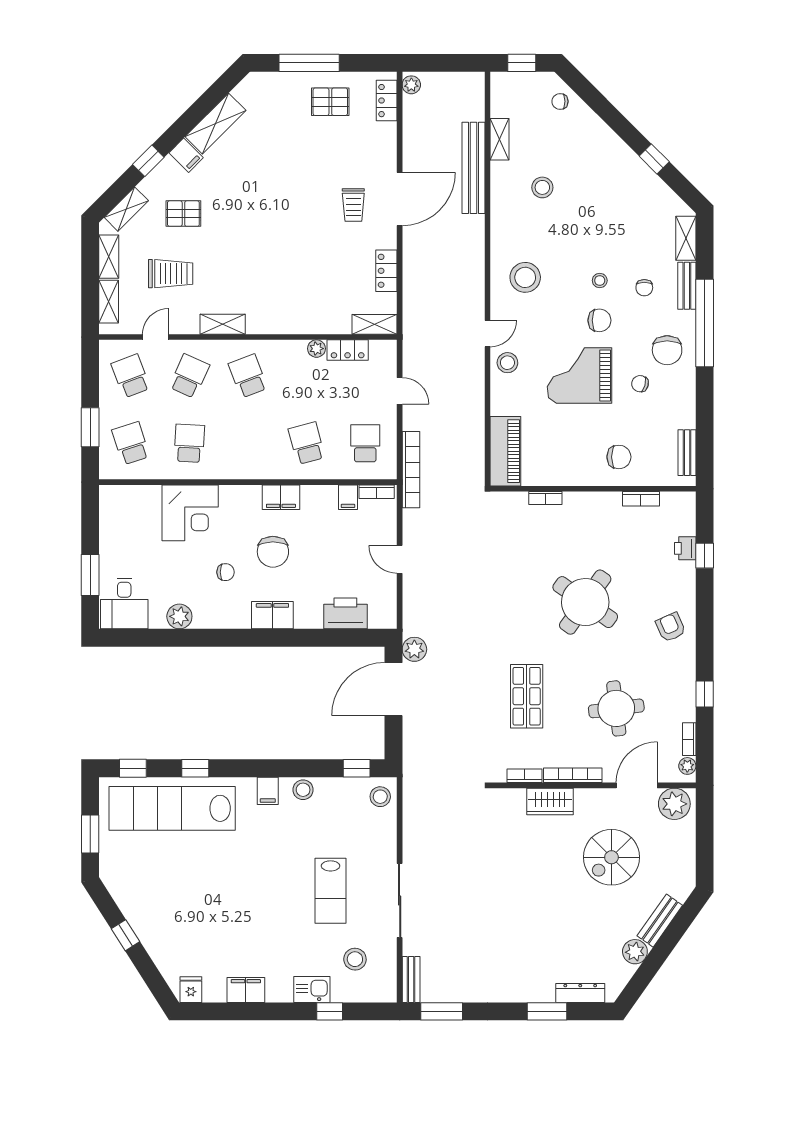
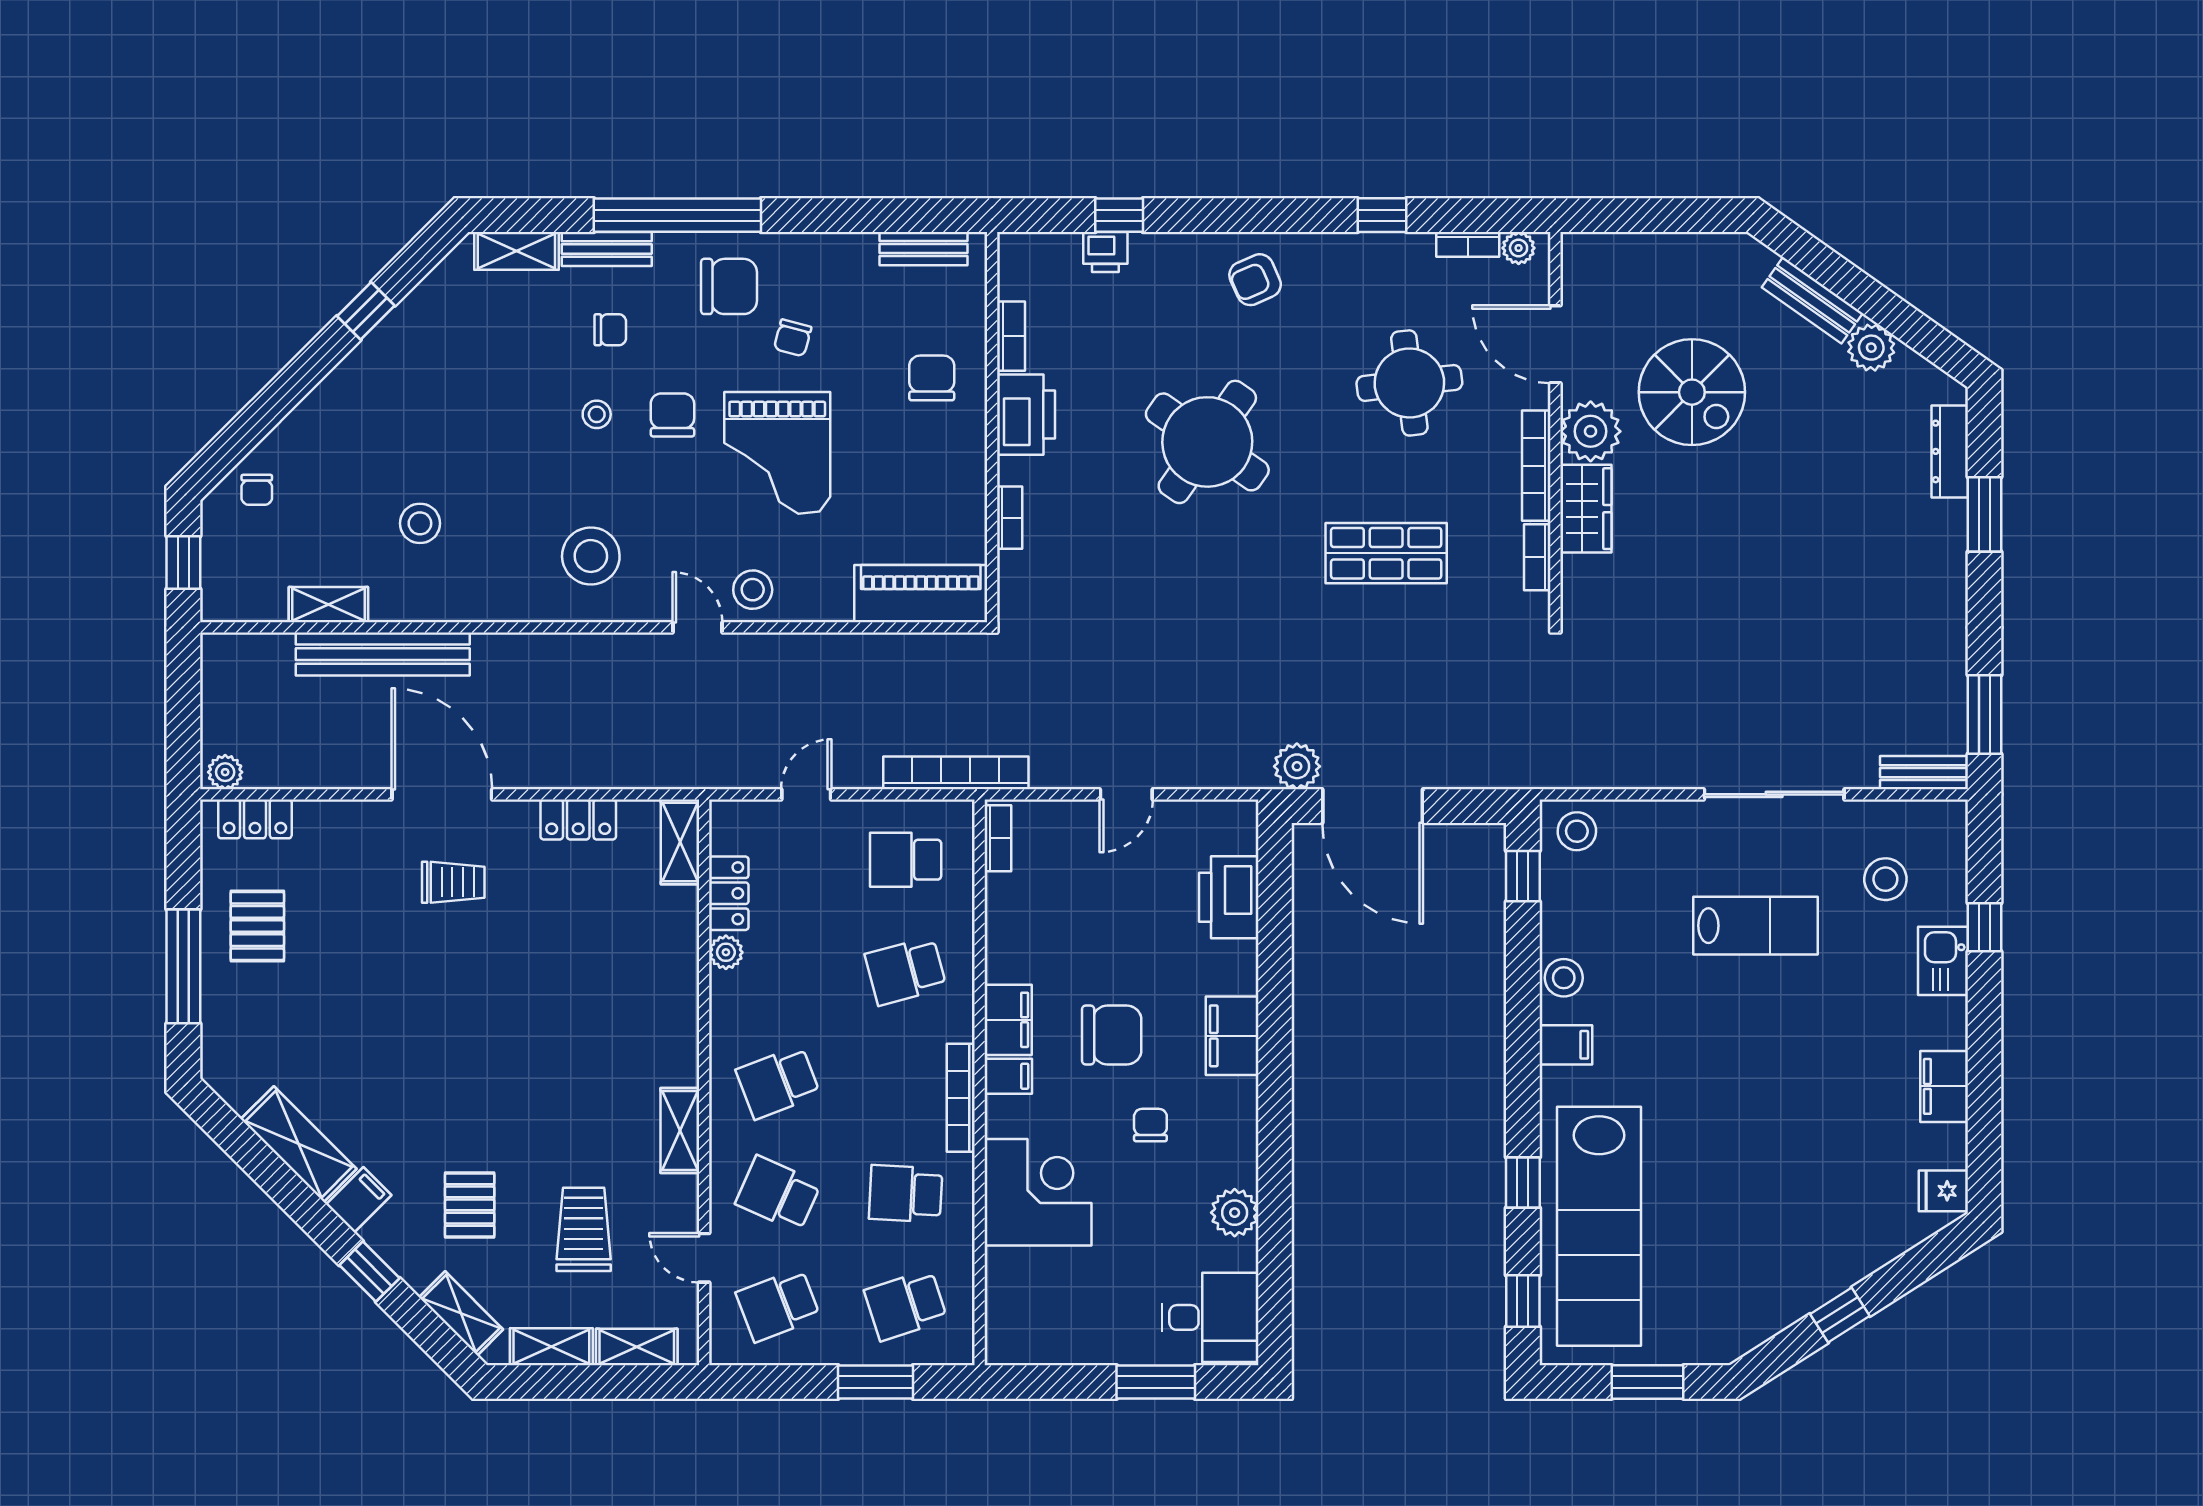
bookcase: (240, 472) -> (961, 1098), added
filing cabinet: (348, 497) -> (1008, 1076), moved
printer: (600, 507) -> (1026, 415), added
plant: (674, 804) -> (1591, 431), moved

